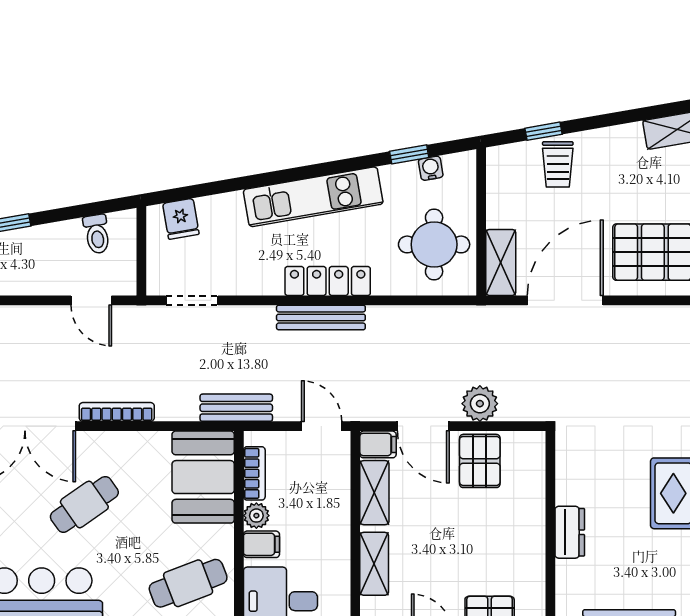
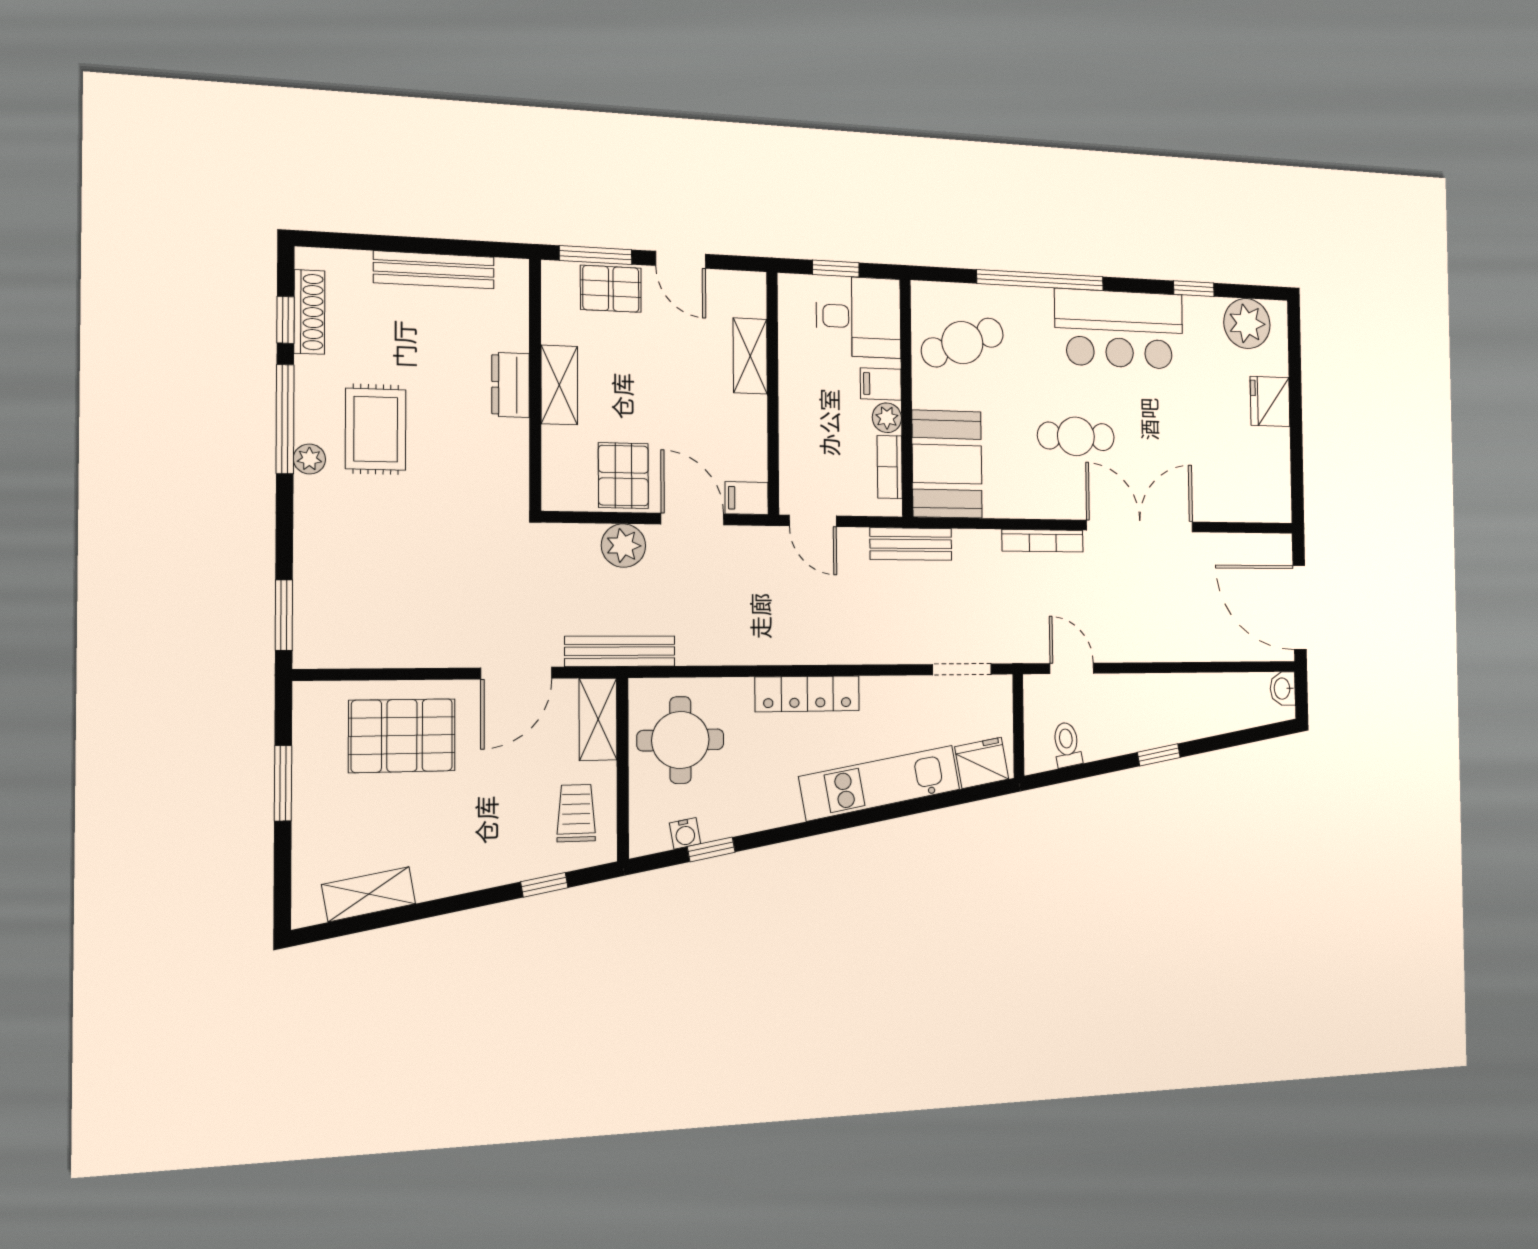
trolley: (558, 164) -> (576, 813), moved
kitchen unit: (313, 197) -> (880, 783), moved
fridge: (181, 219) -> (982, 763), width x1.38
door: (565, 300) -> (516, 673), width x0.73
bench: (321, 317) -> (620, 651), moved
shelving: (374, 493) -> (559, 385), moved
cafe table: (84, 504) -> (1076, 436), turned 35

